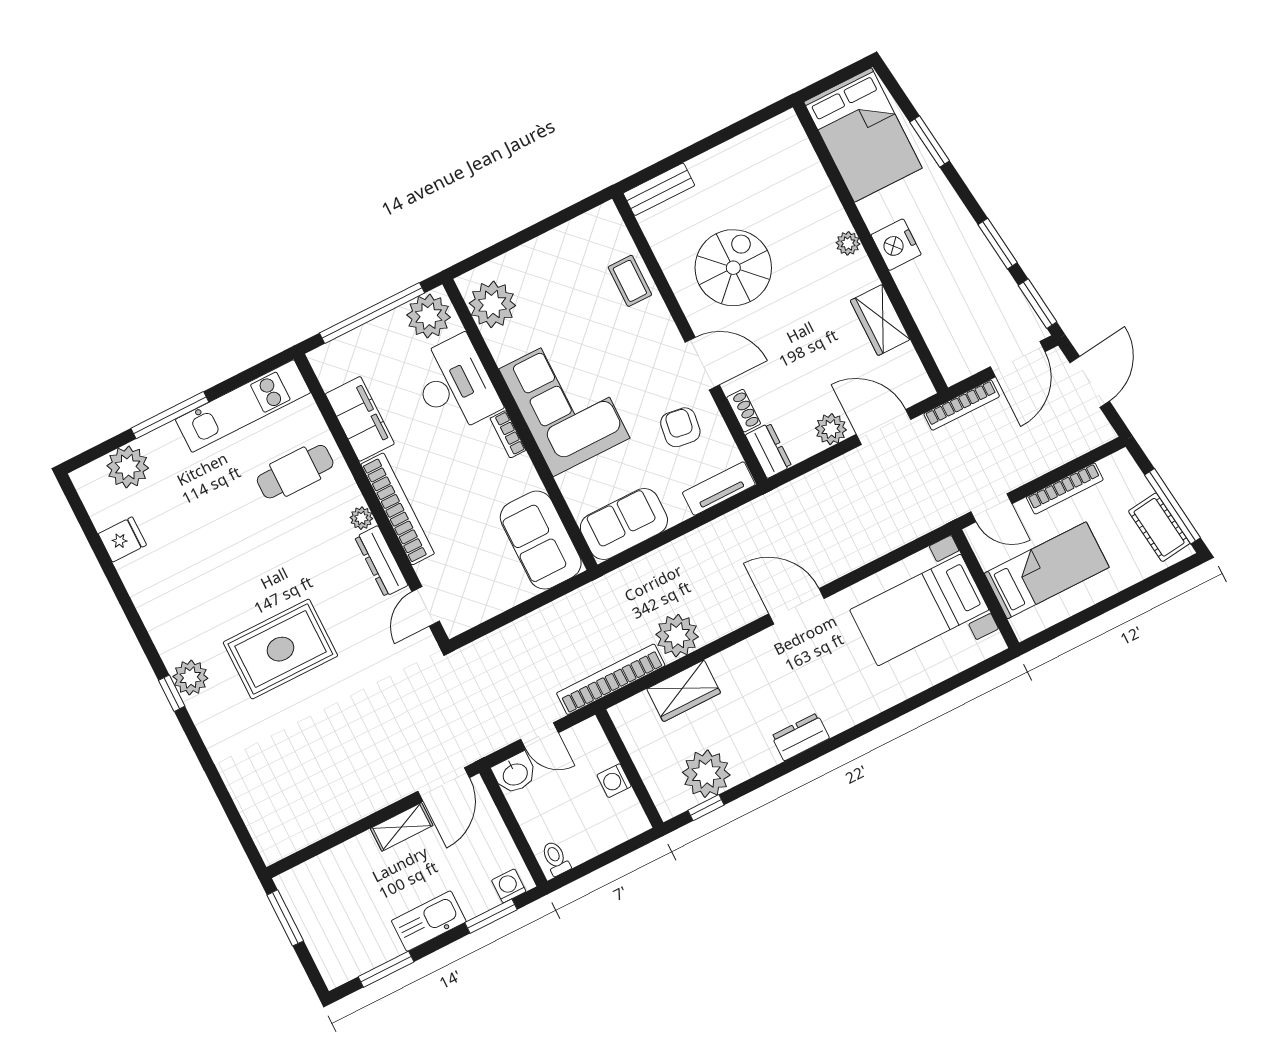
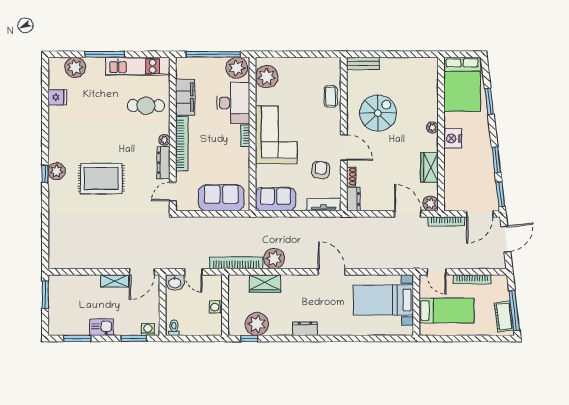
plant: (831, 429) -> (430, 203), moved
sofa: (541, 540) -> (221, 198), moved, turned 90
kitchen sink: (429, 921) -> (102, 327), width x0.73

